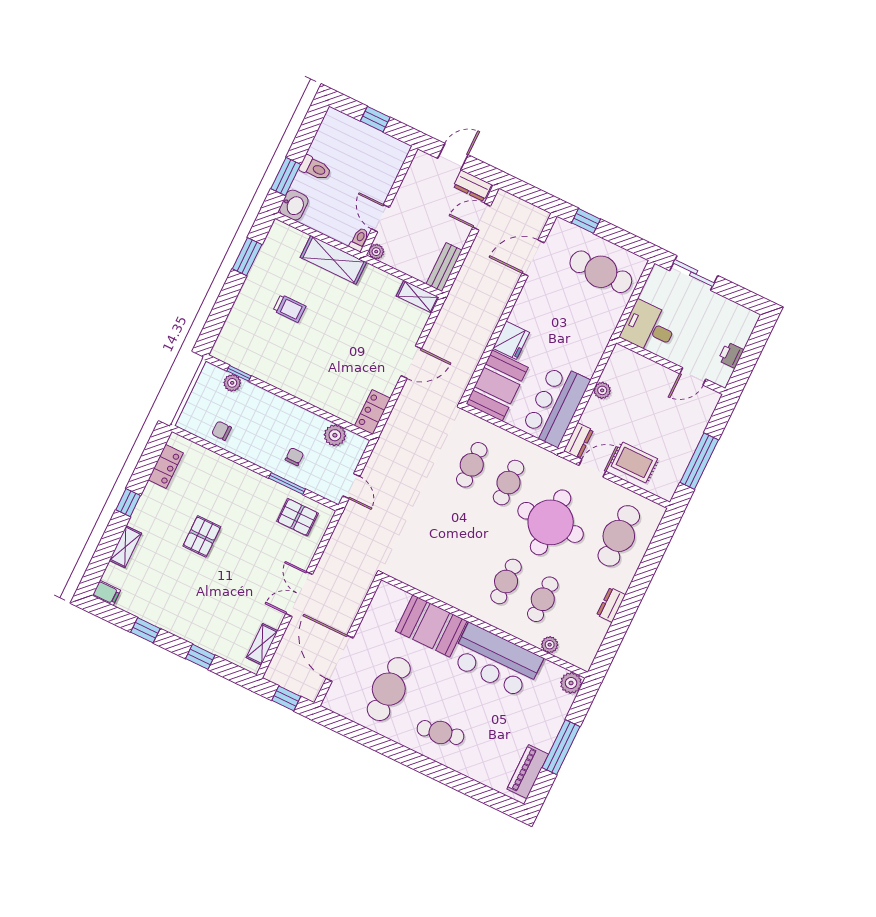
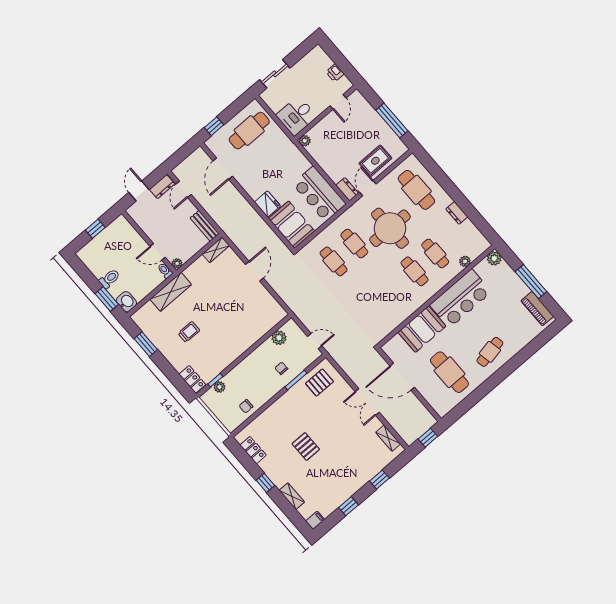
plant: (602, 390) -> (305, 141), moved
locker: (372, 412) -> (192, 379), moved, turned 180
door: (340, 658) -> (402, 377), moved

